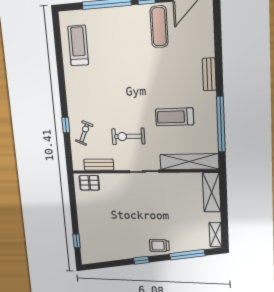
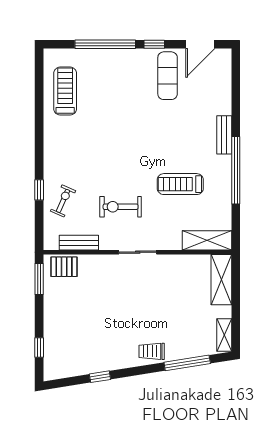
window: (221, 124) -> (236, 170), moved
shelving: (189, 162) -> (207, 240), width x0.68
window: (72, 192) -> (39, 279), added
window: (141, 260) -> (100, 377), moved

